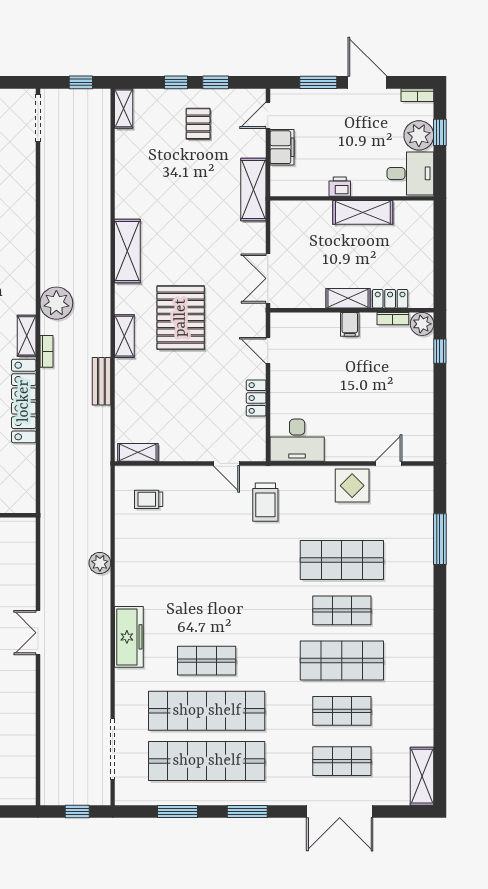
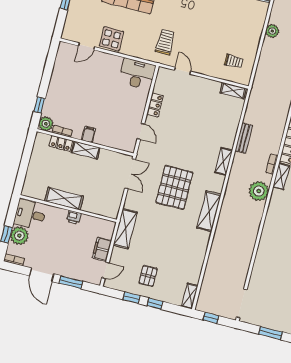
pallet: (181, 318) -> (174, 187), moved

